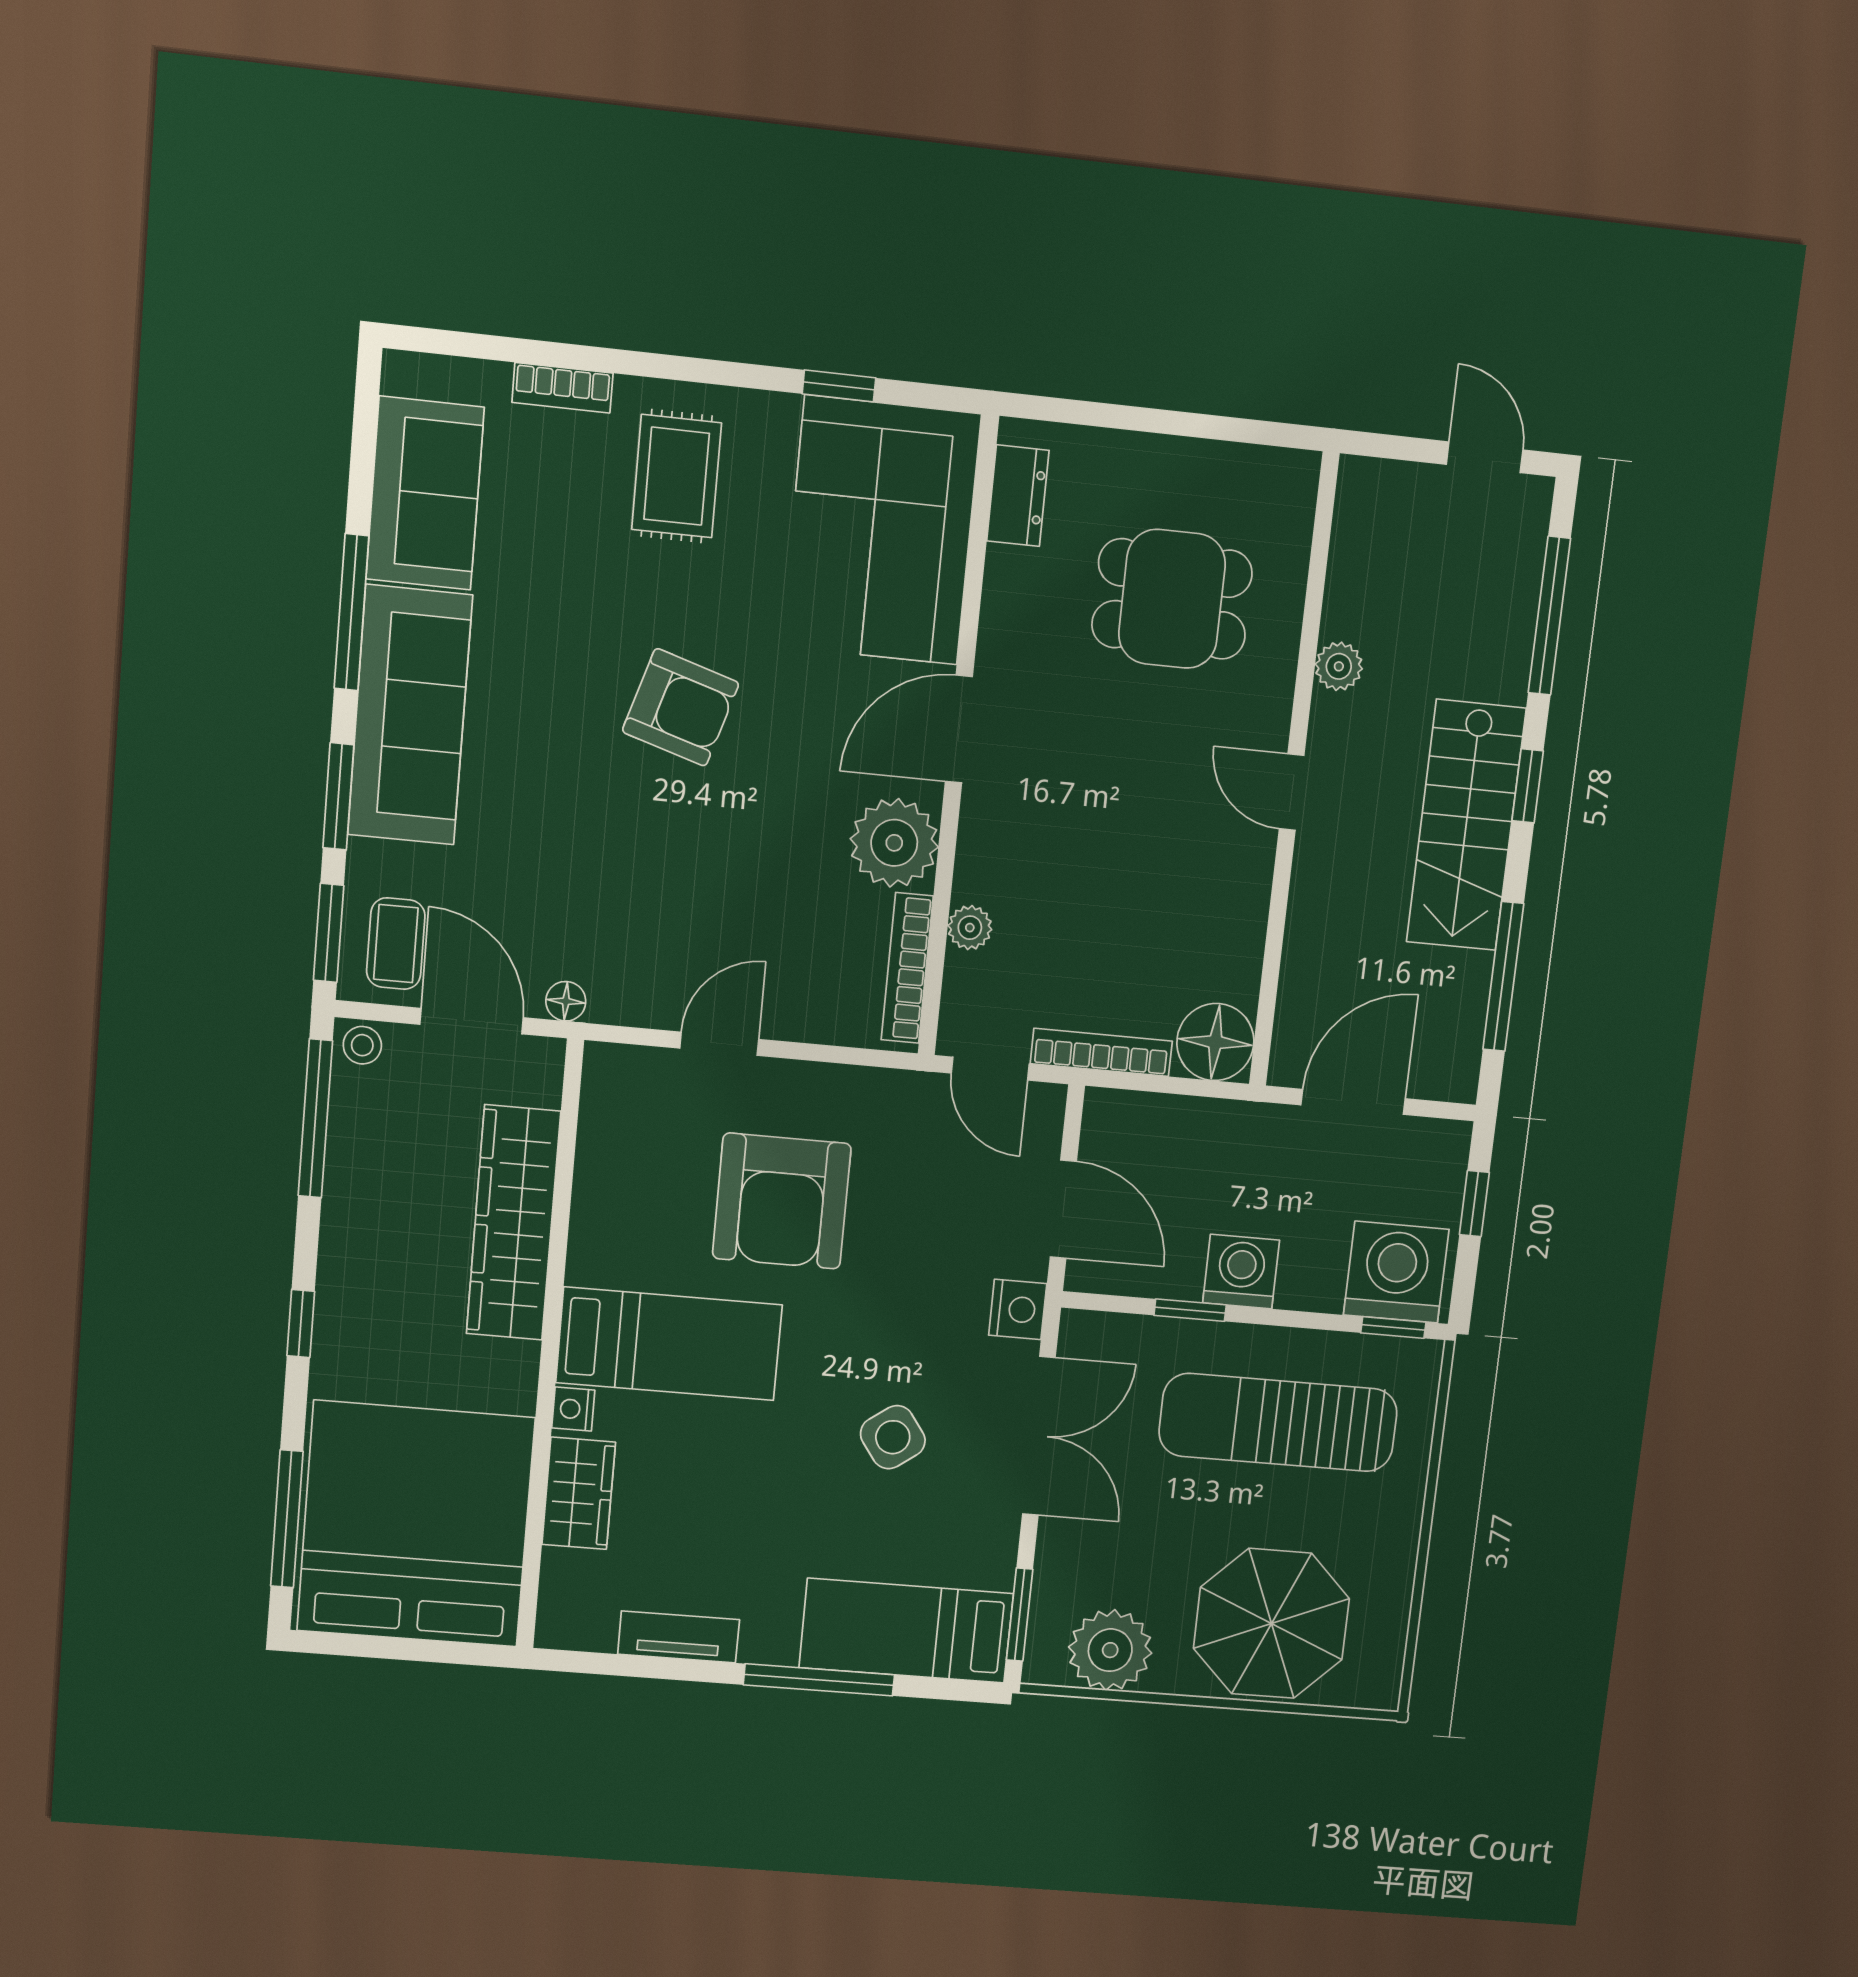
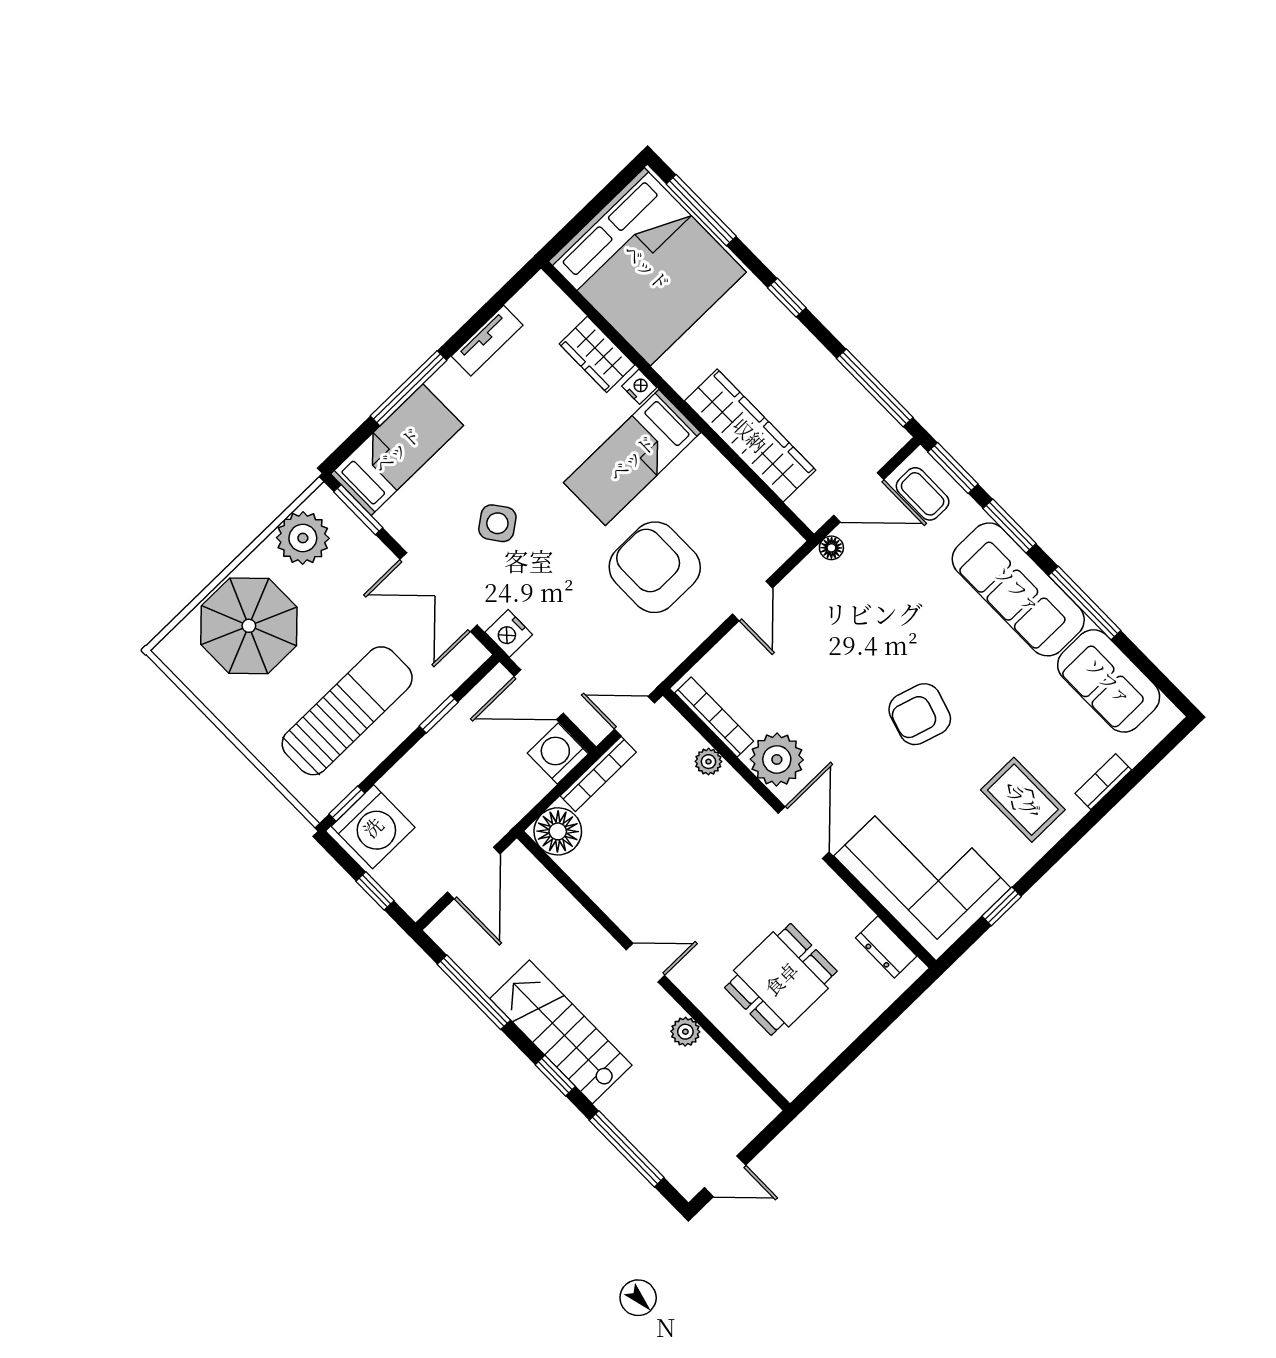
stool: (362, 1045) -> (890, 438), removed
washing machine: (1241, 1272) -> (558, 753), moved, turned 180

